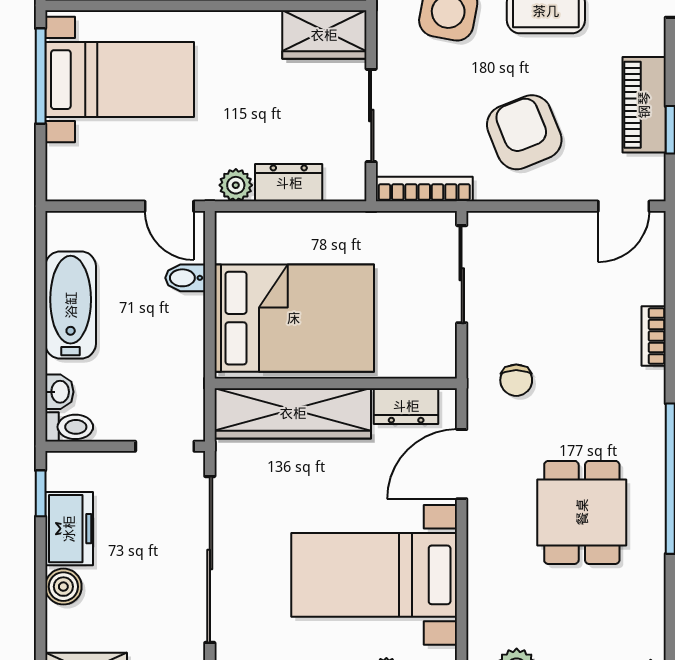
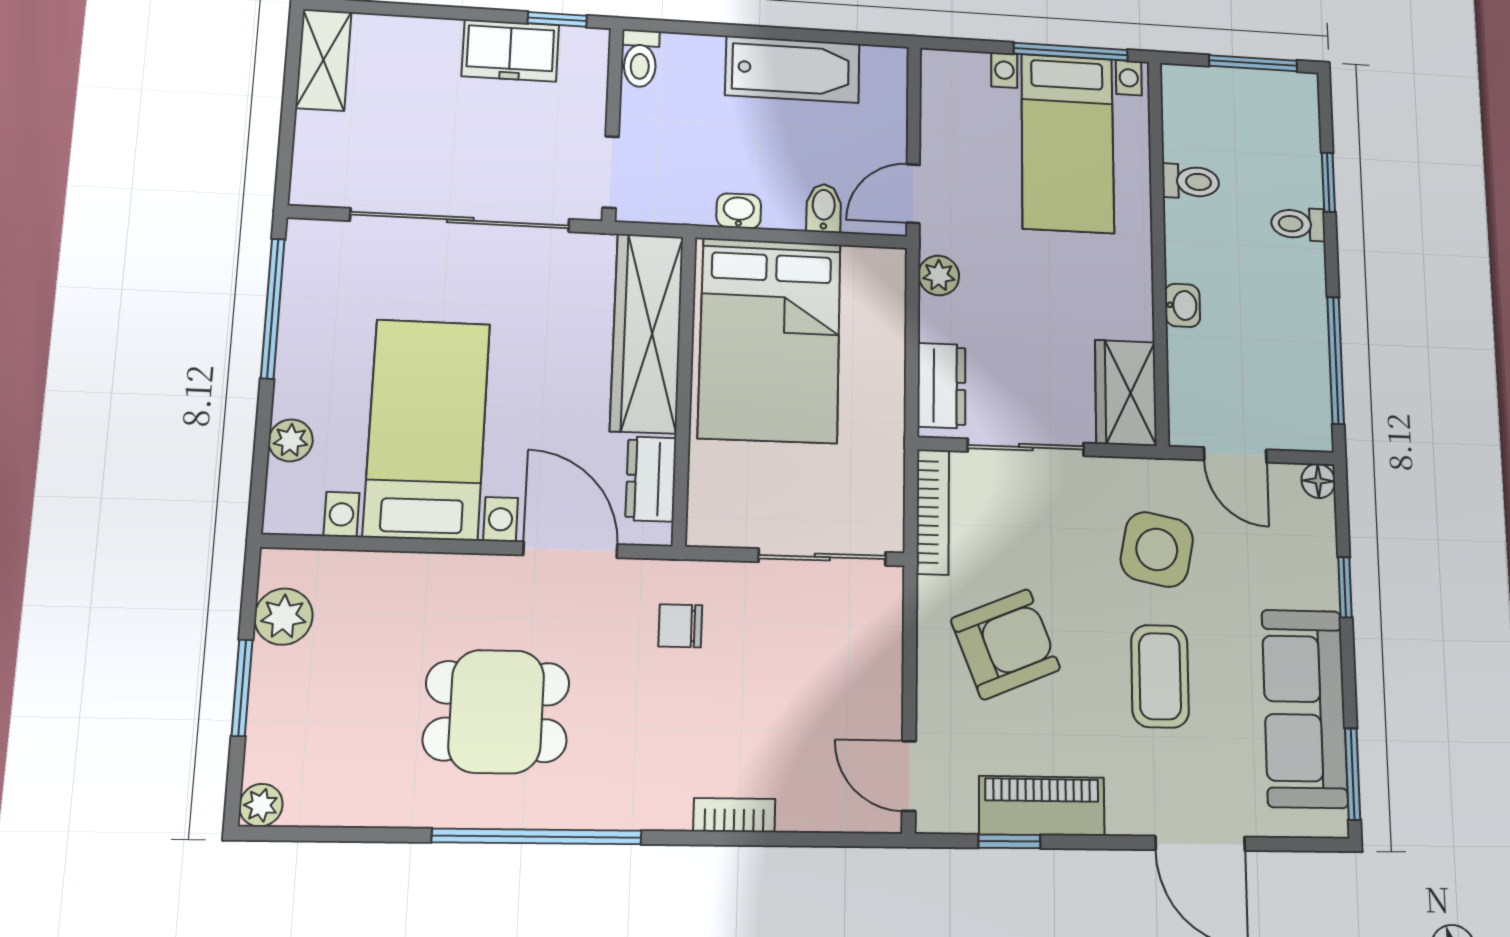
dresser: (289, 183) -> (941, 386), moved
washbasin: (59, 392) -> (739, 211), moved, turned 180
boiler: (63, 587) -> (436, 39), removed

